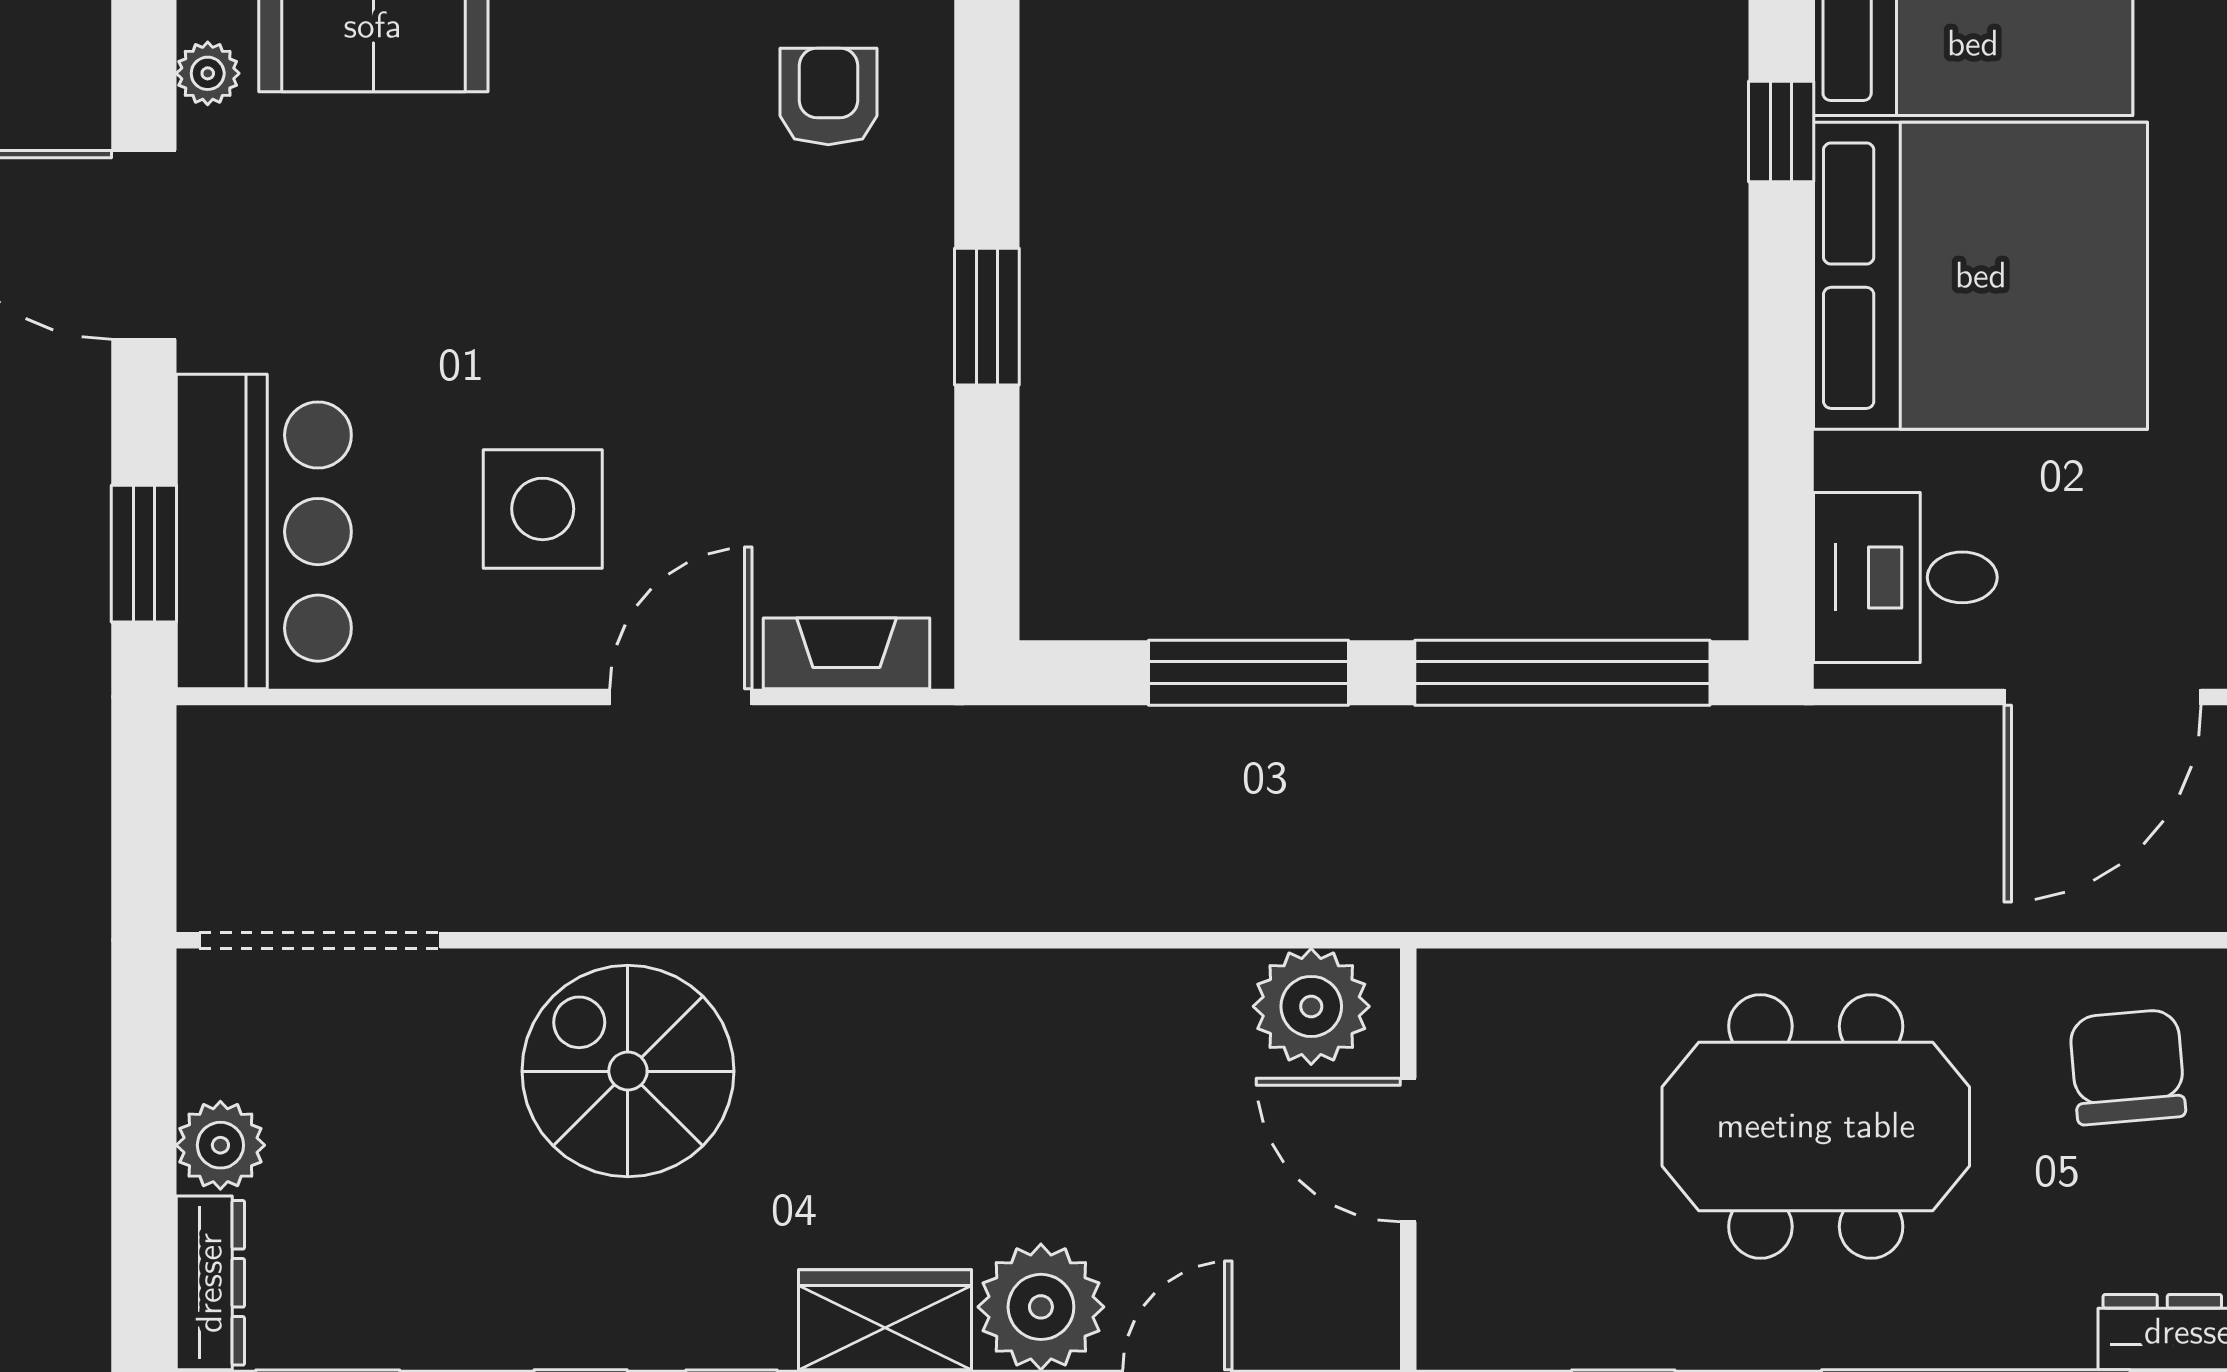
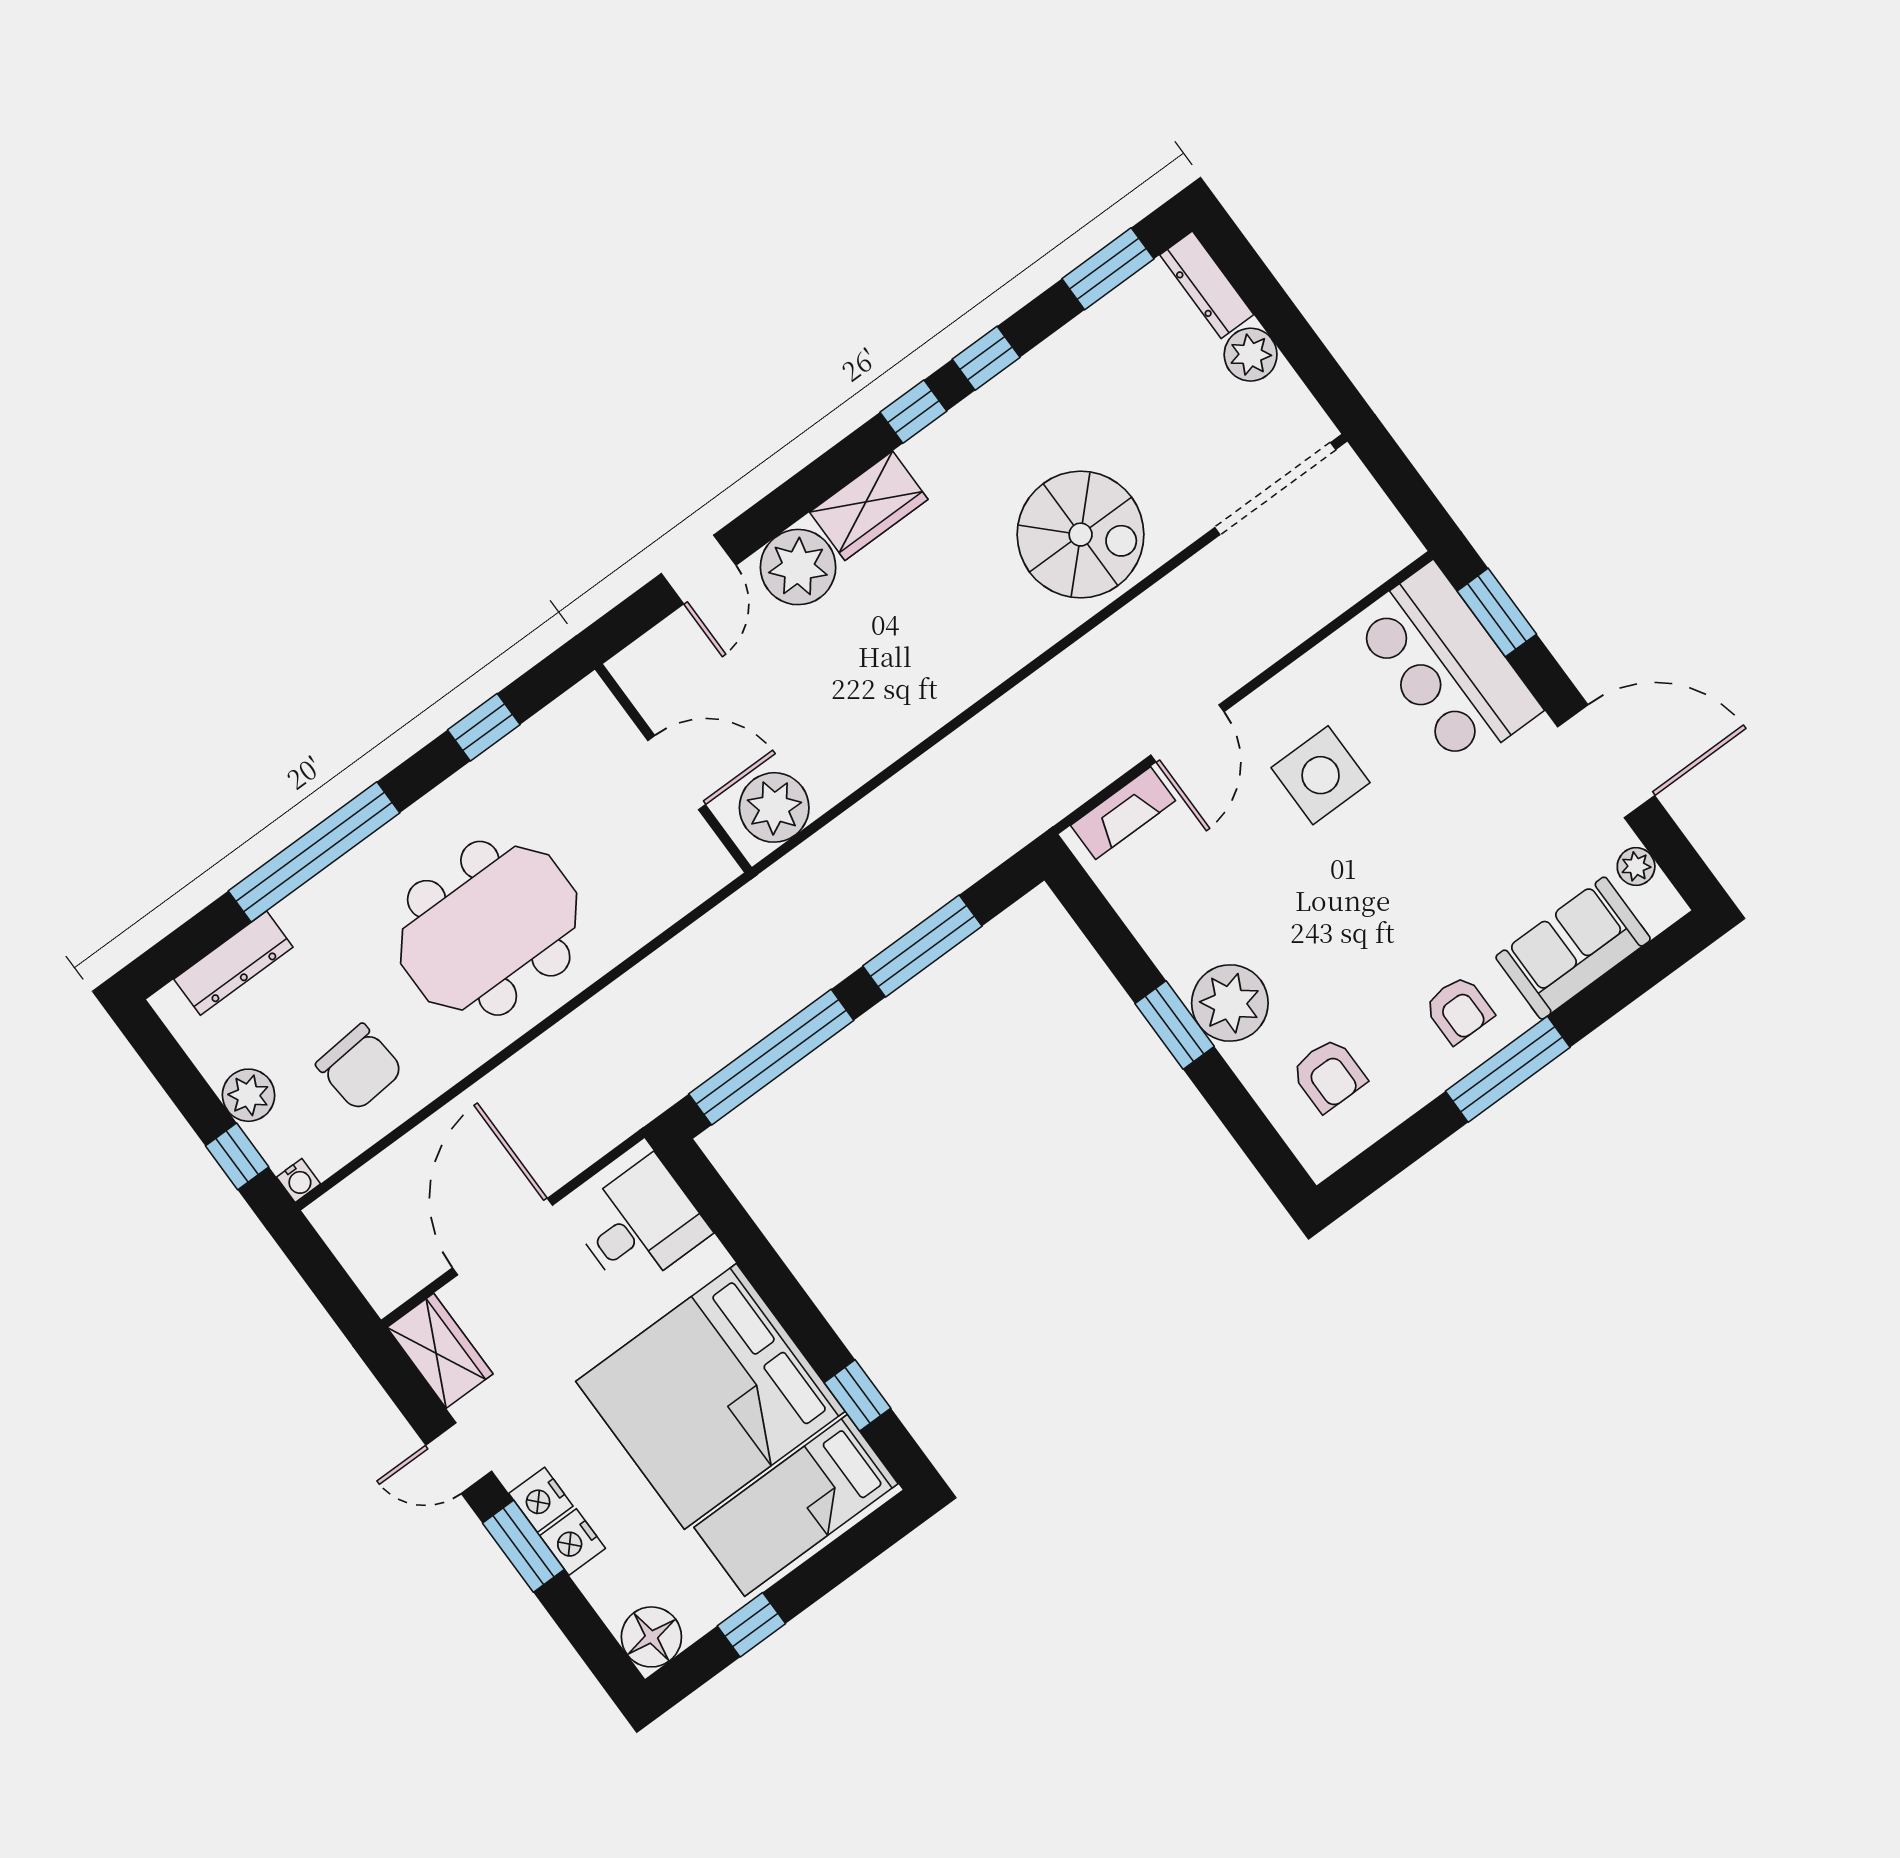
armchair: (588, 56) -> (1459, 1010), added
plant: (890, 291) -> (1230, 1003), added

